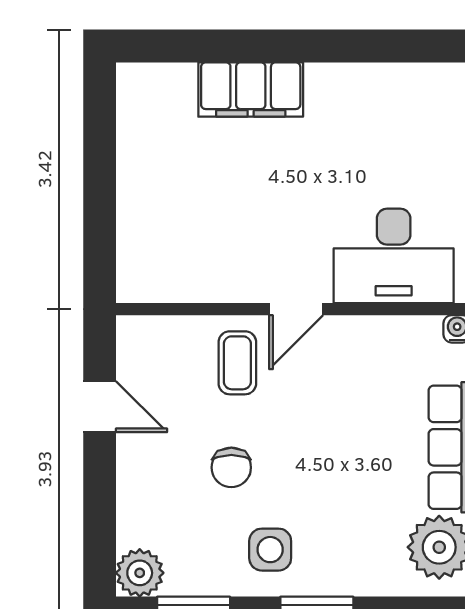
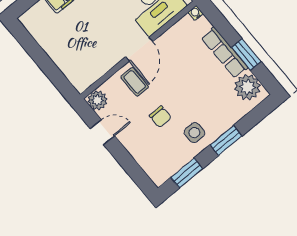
door: (296, 309) -> (139, 49), width x1.37
plant: (140, 573) -> (97, 100), moved

